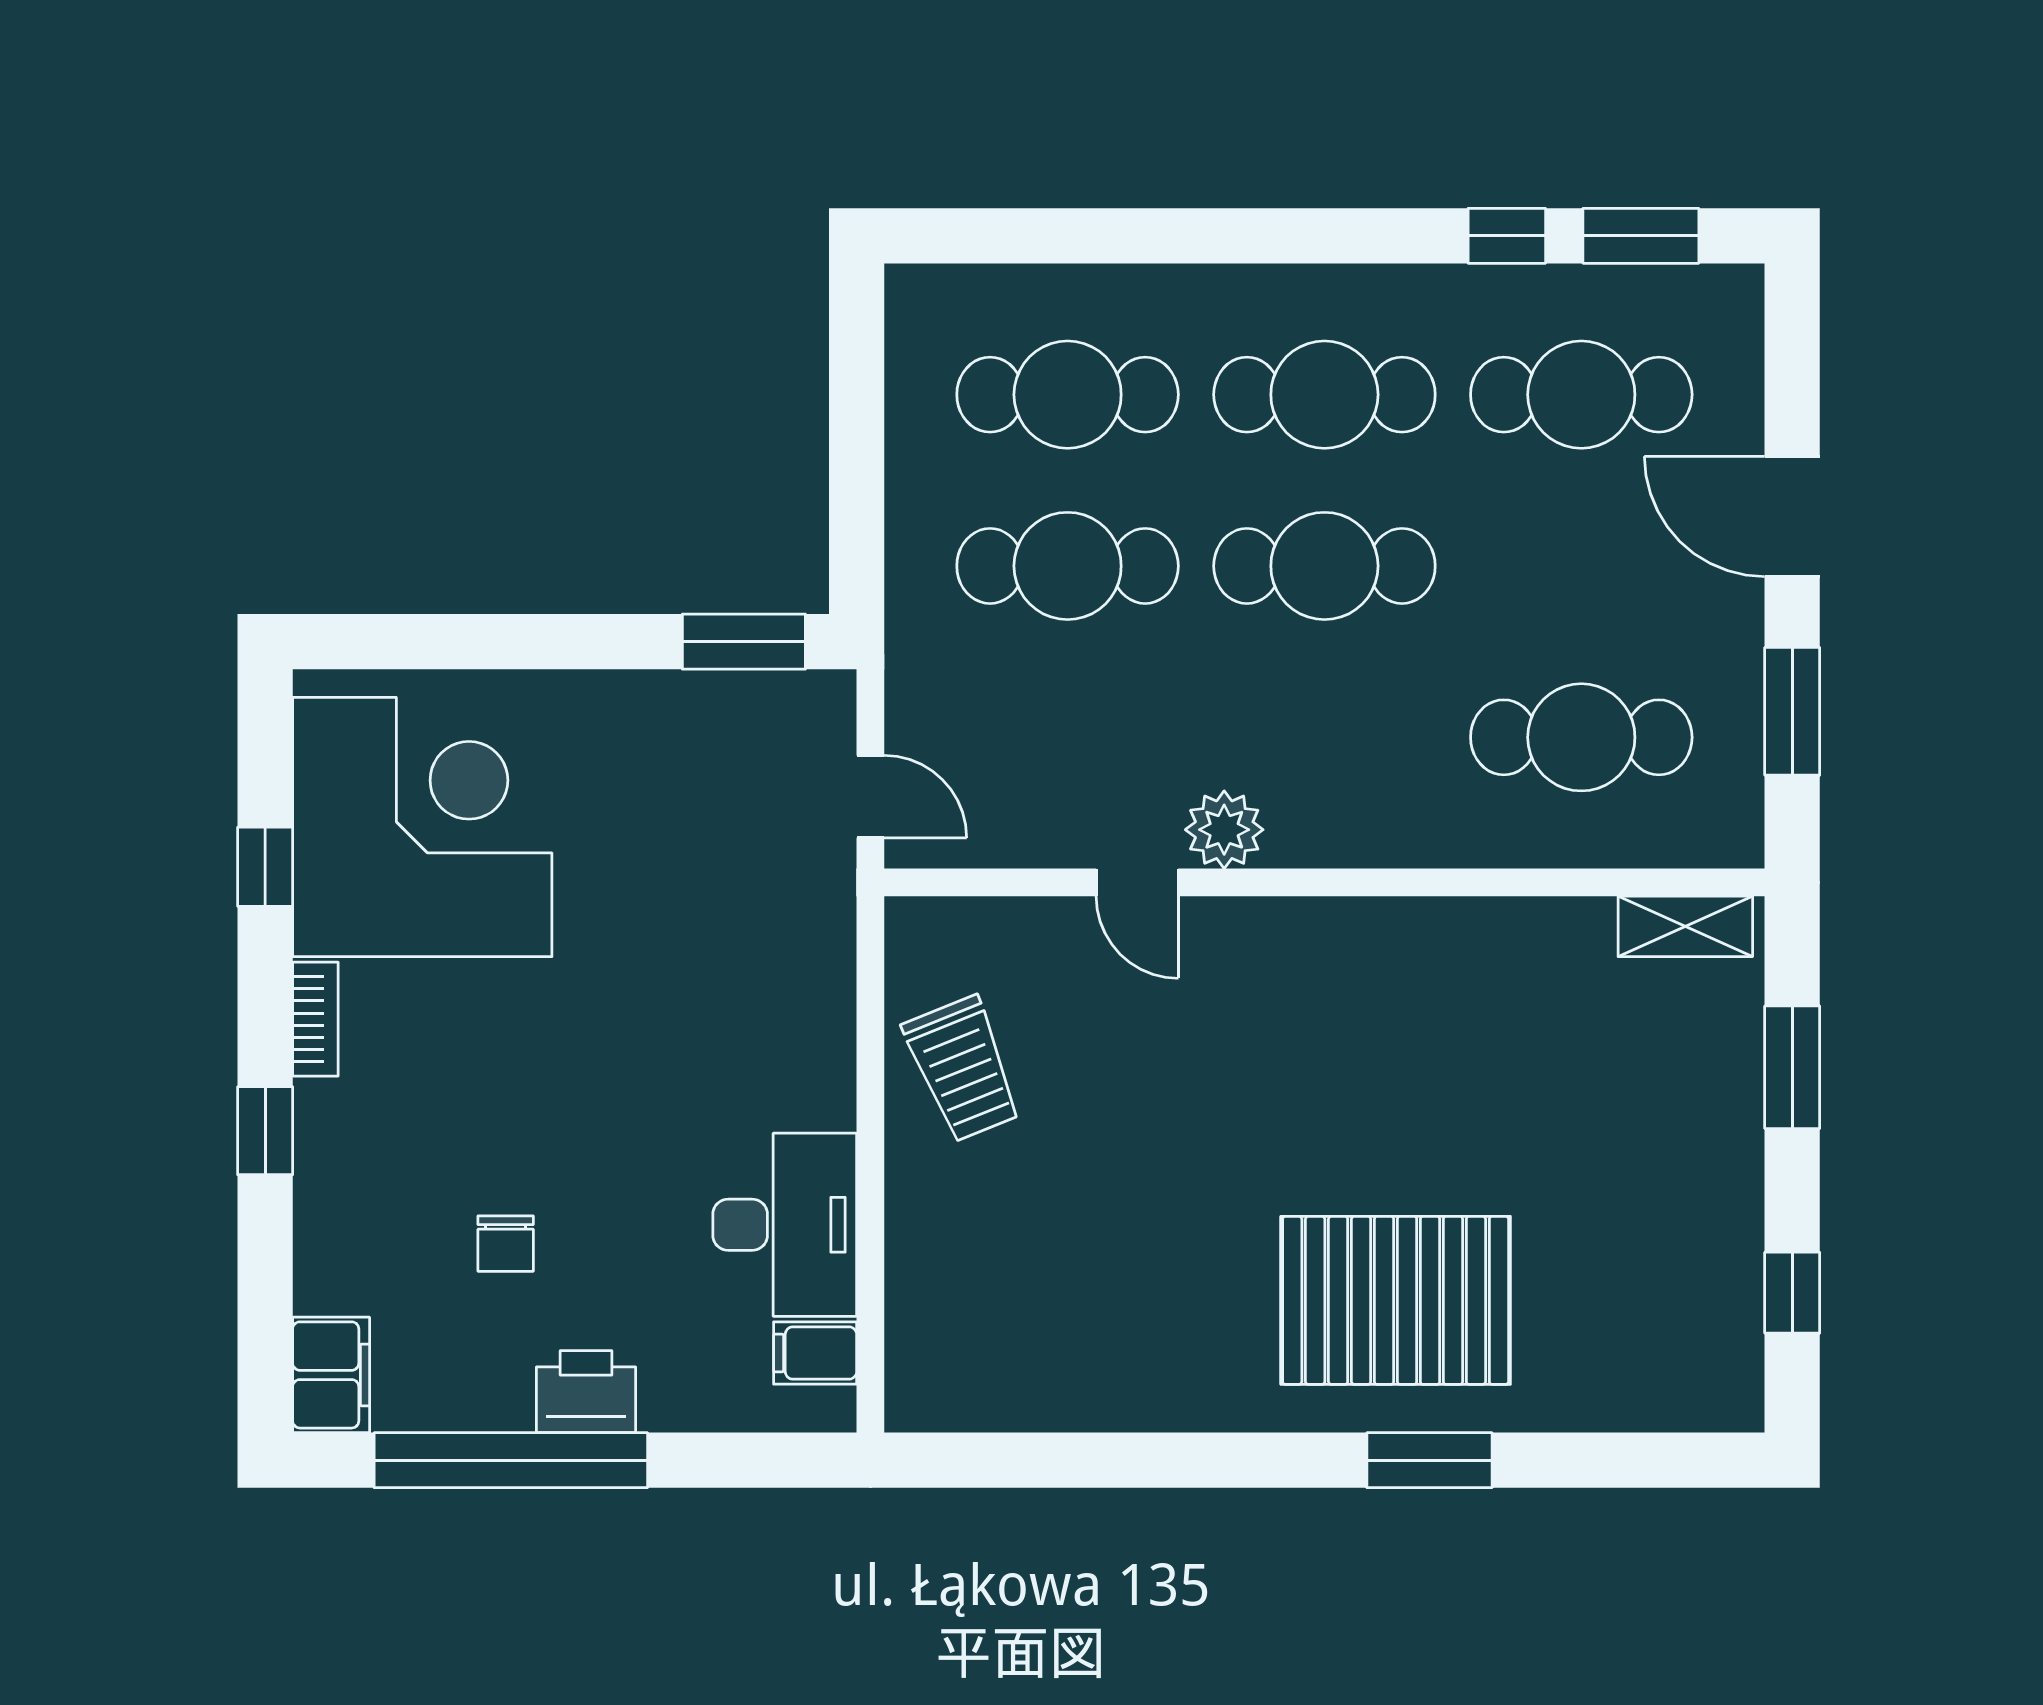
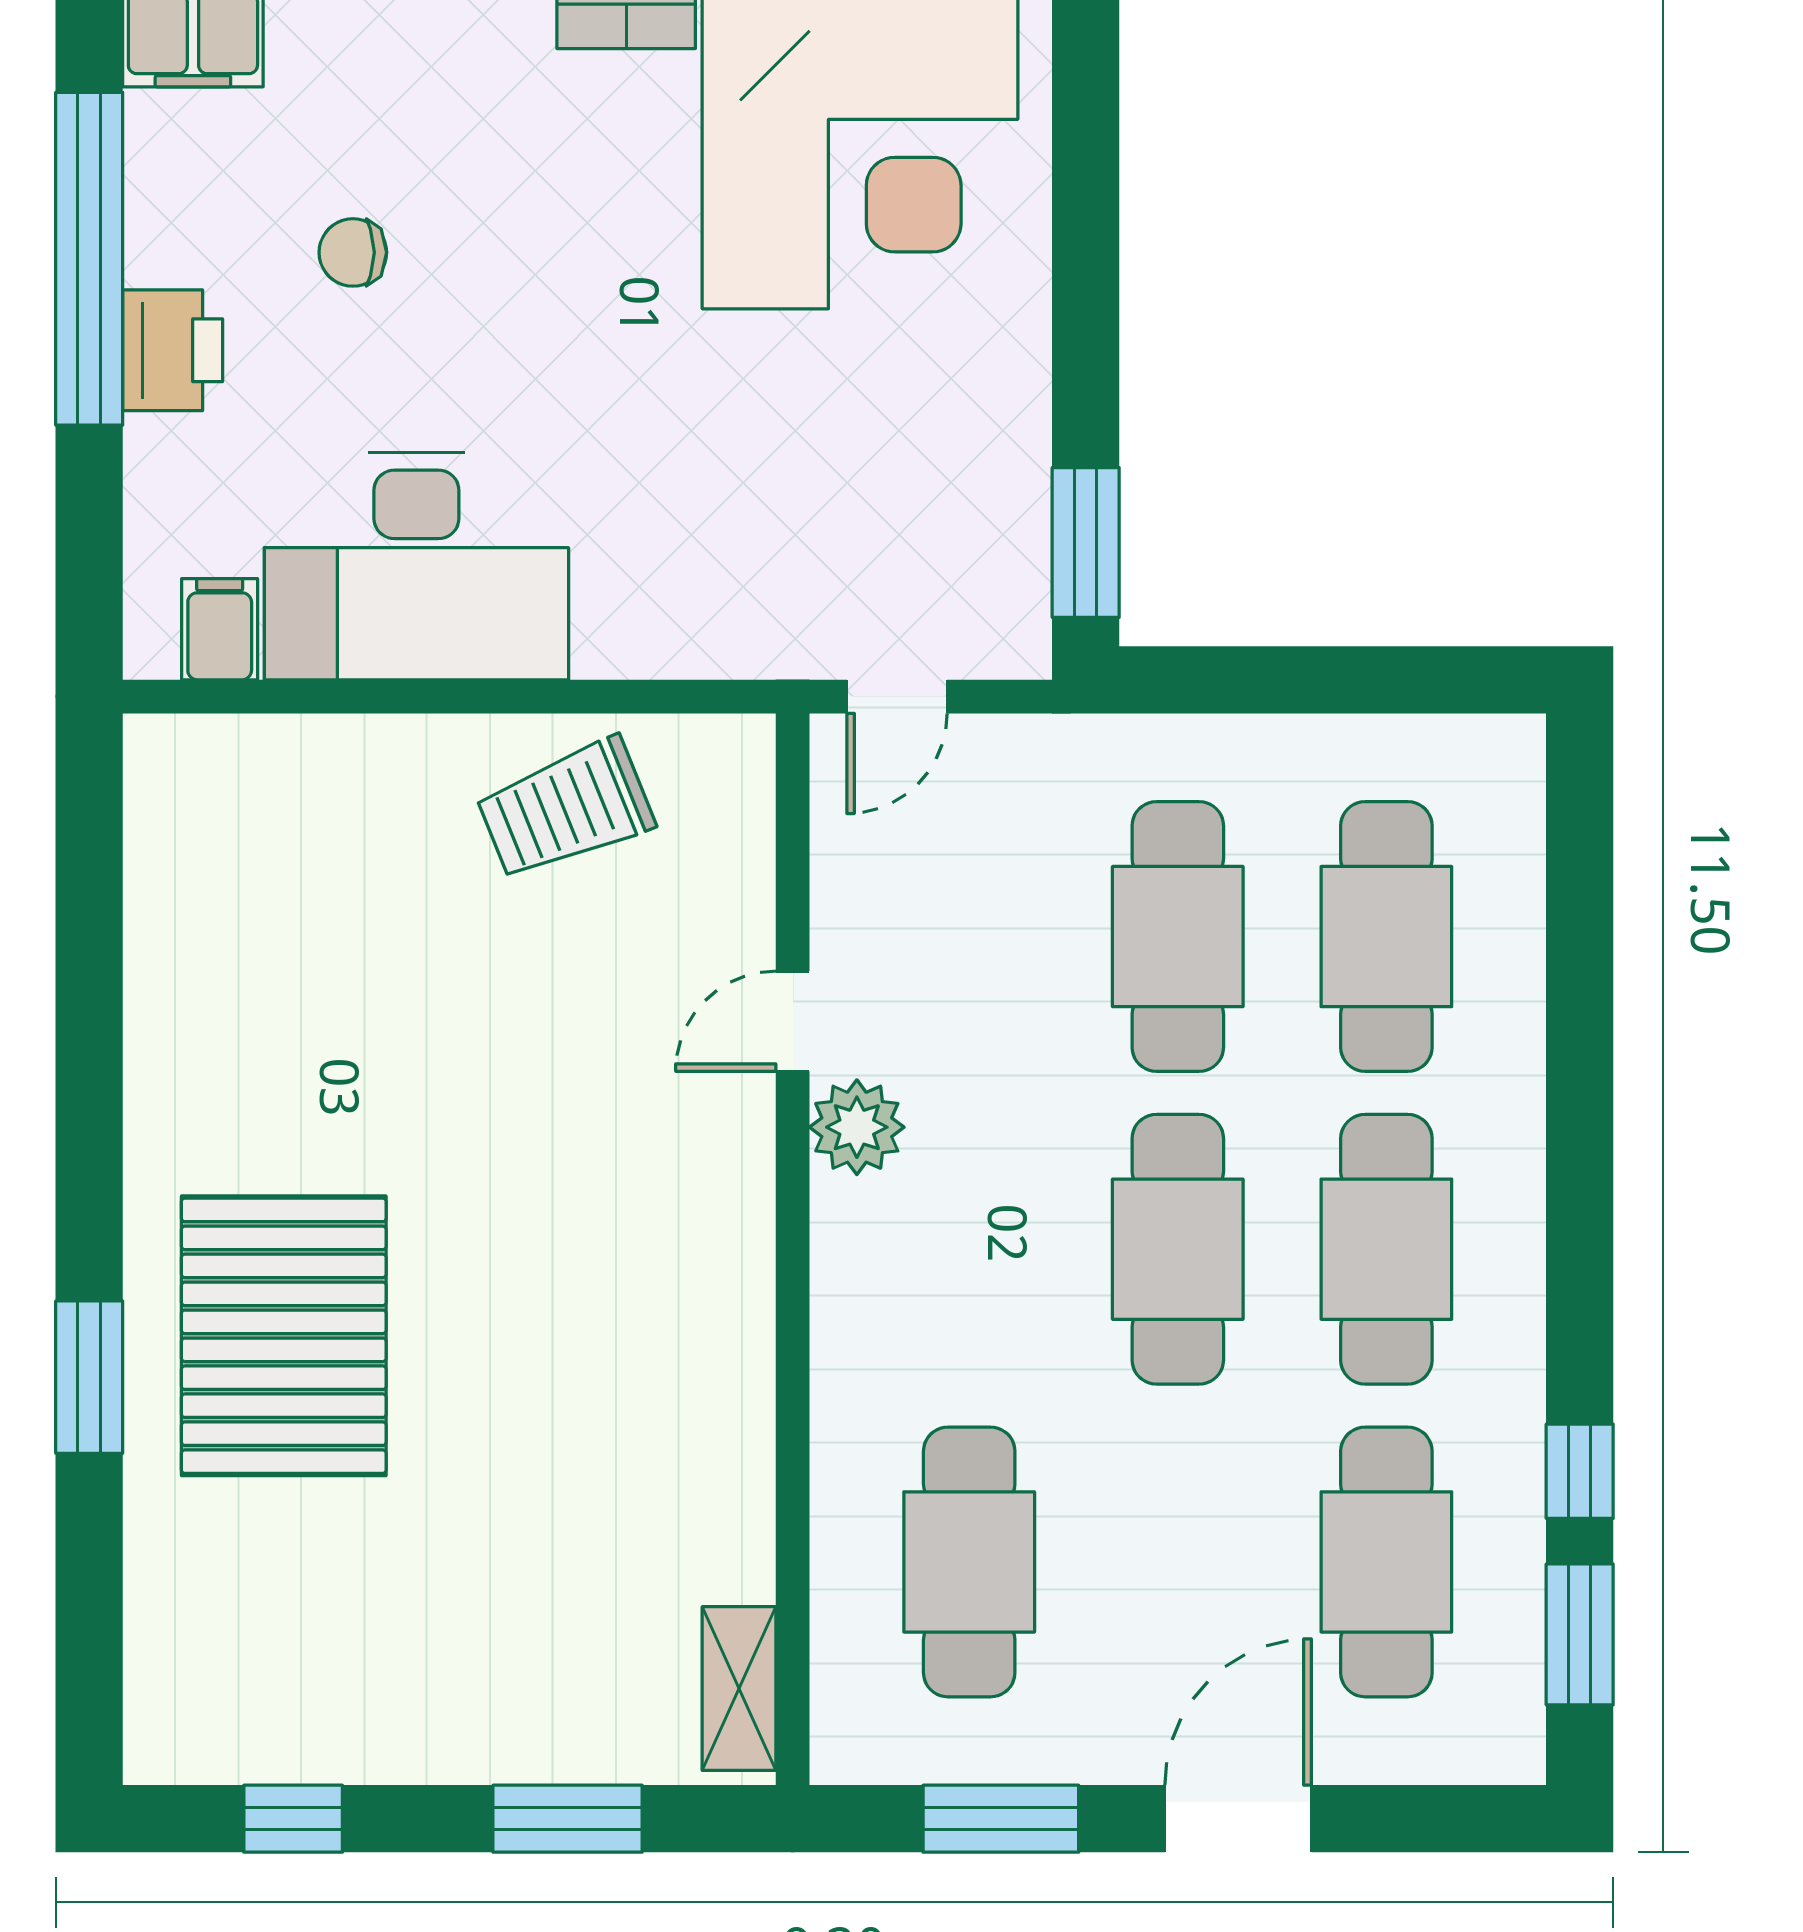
desk: (785, 1225) -> (416, 566), width x1.36, depth x1.30

